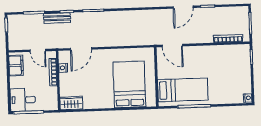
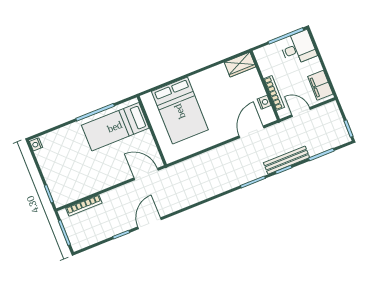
bench: (57, 18) -> (287, 160), width x1.36

